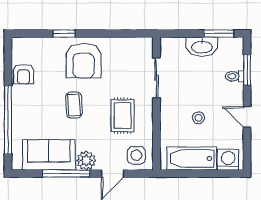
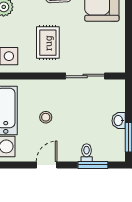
washbasin: (202, 47) -> (119, 121), width x0.52, depth x0.69
rug: (123, 116) -> (48, 43), turned 90

